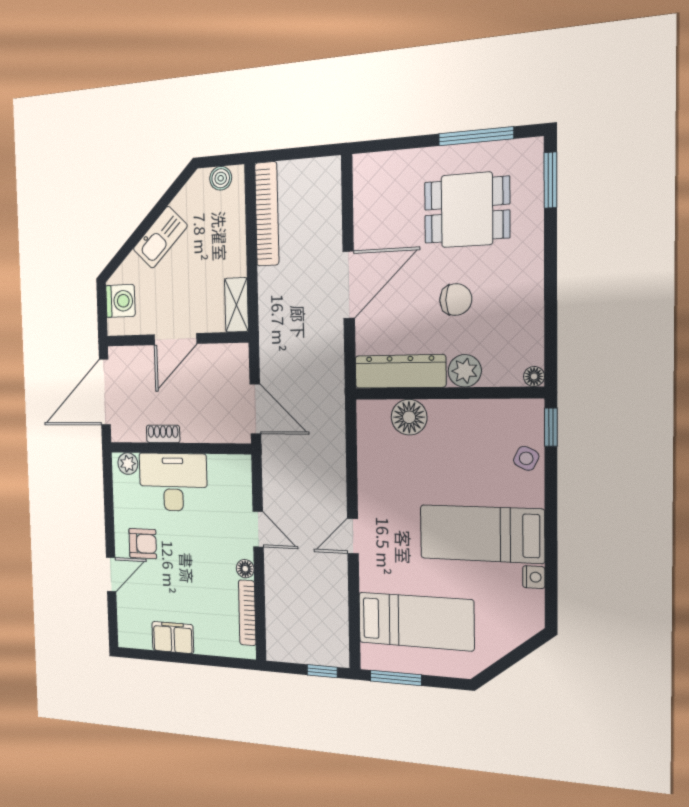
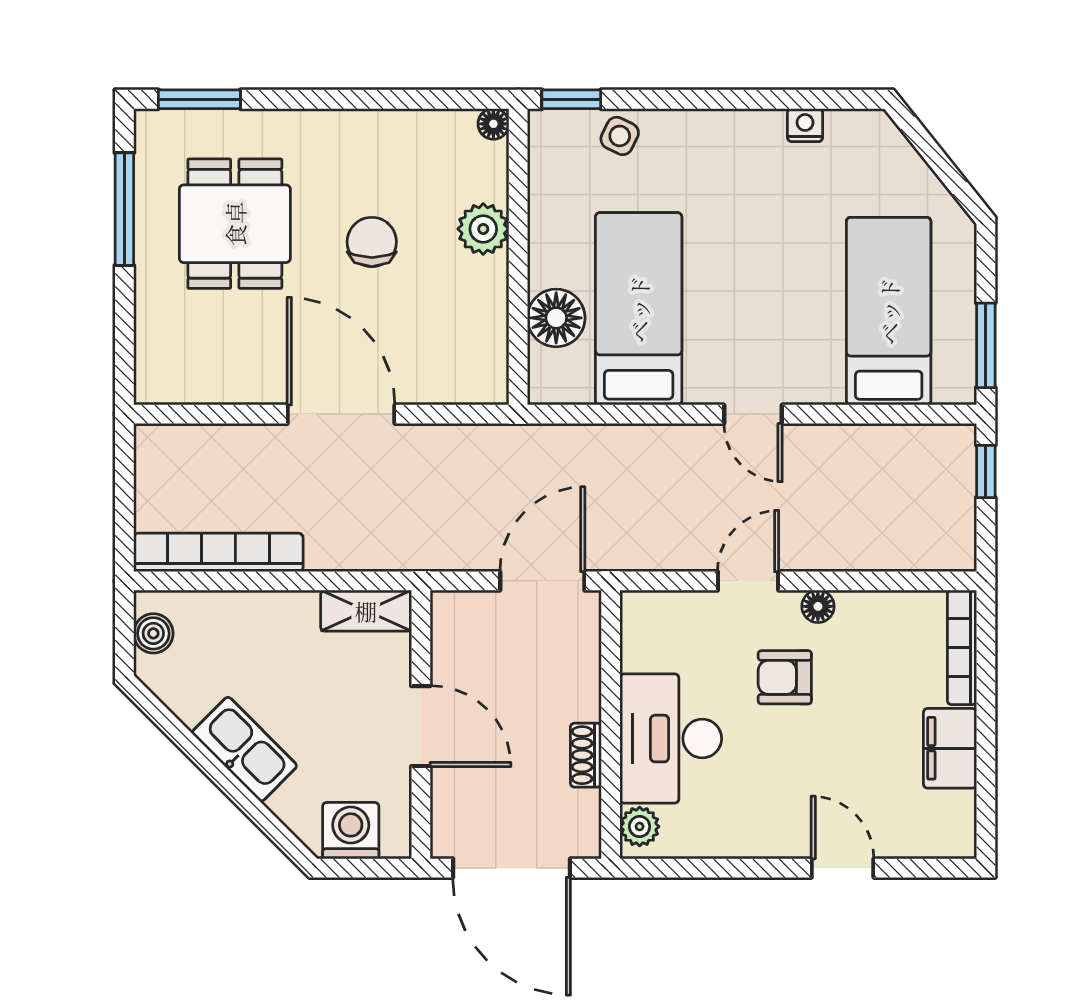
dresser: (400, 371) -> (483, 332), removed
bed: (482, 534) -> (639, 309), moved, turned 180
armchair: (143, 544) -> (785, 677), moved, turned -90
bookcase: (247, 613) -> (962, 647), moved, turned 90

